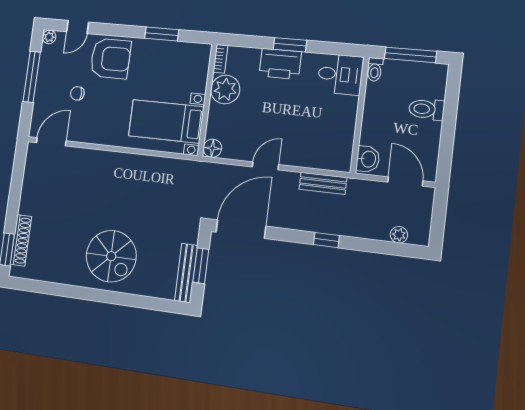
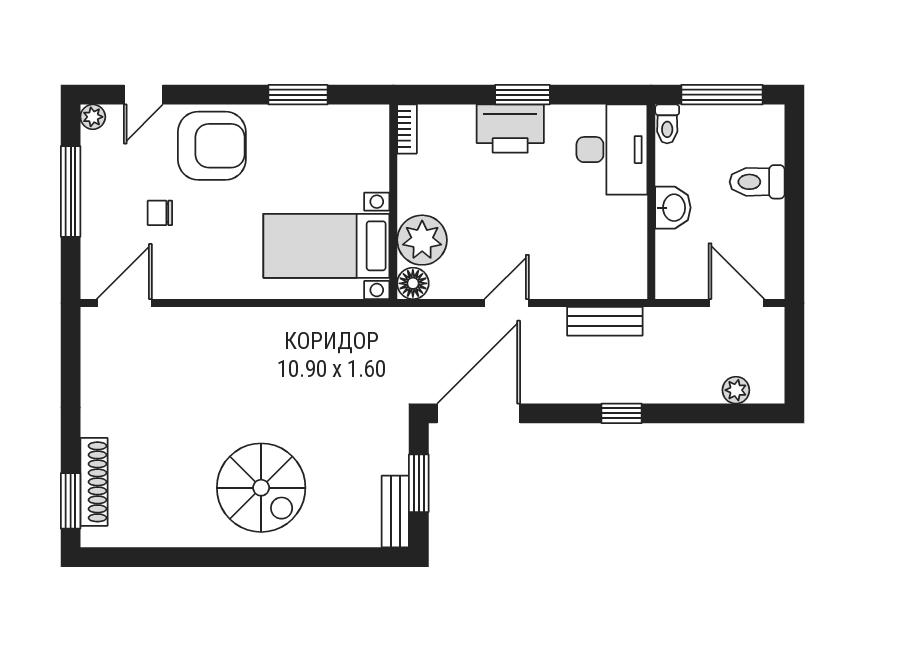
desk: (340, 74) -> (612, 150), width x1.37
plant: (225, 90) -> (422, 240), moved
washbasin: (368, 159) -> (673, 208), moved
bench: (186, 273) -> (395, 512), width x0.73

